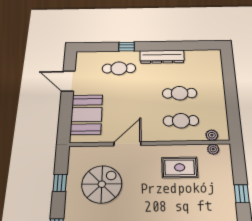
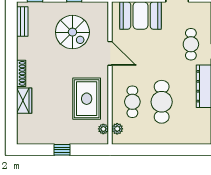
cafe table: (180, 93) -> (162, 102), width x1.37, depth x1.35
rug: (180, 167) -> (87, 99), width x1.36, depth x1.43

